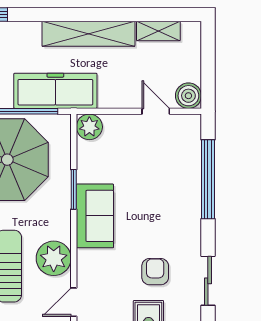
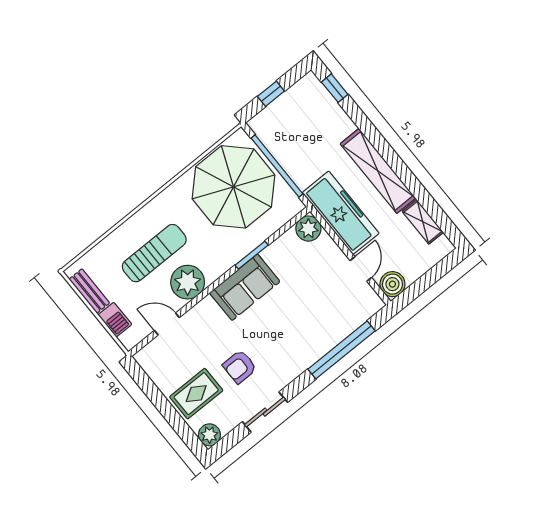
freezer: (55, 91) -> (341, 213), moved
armchair: (155, 272) -> (240, 367), turned 180

